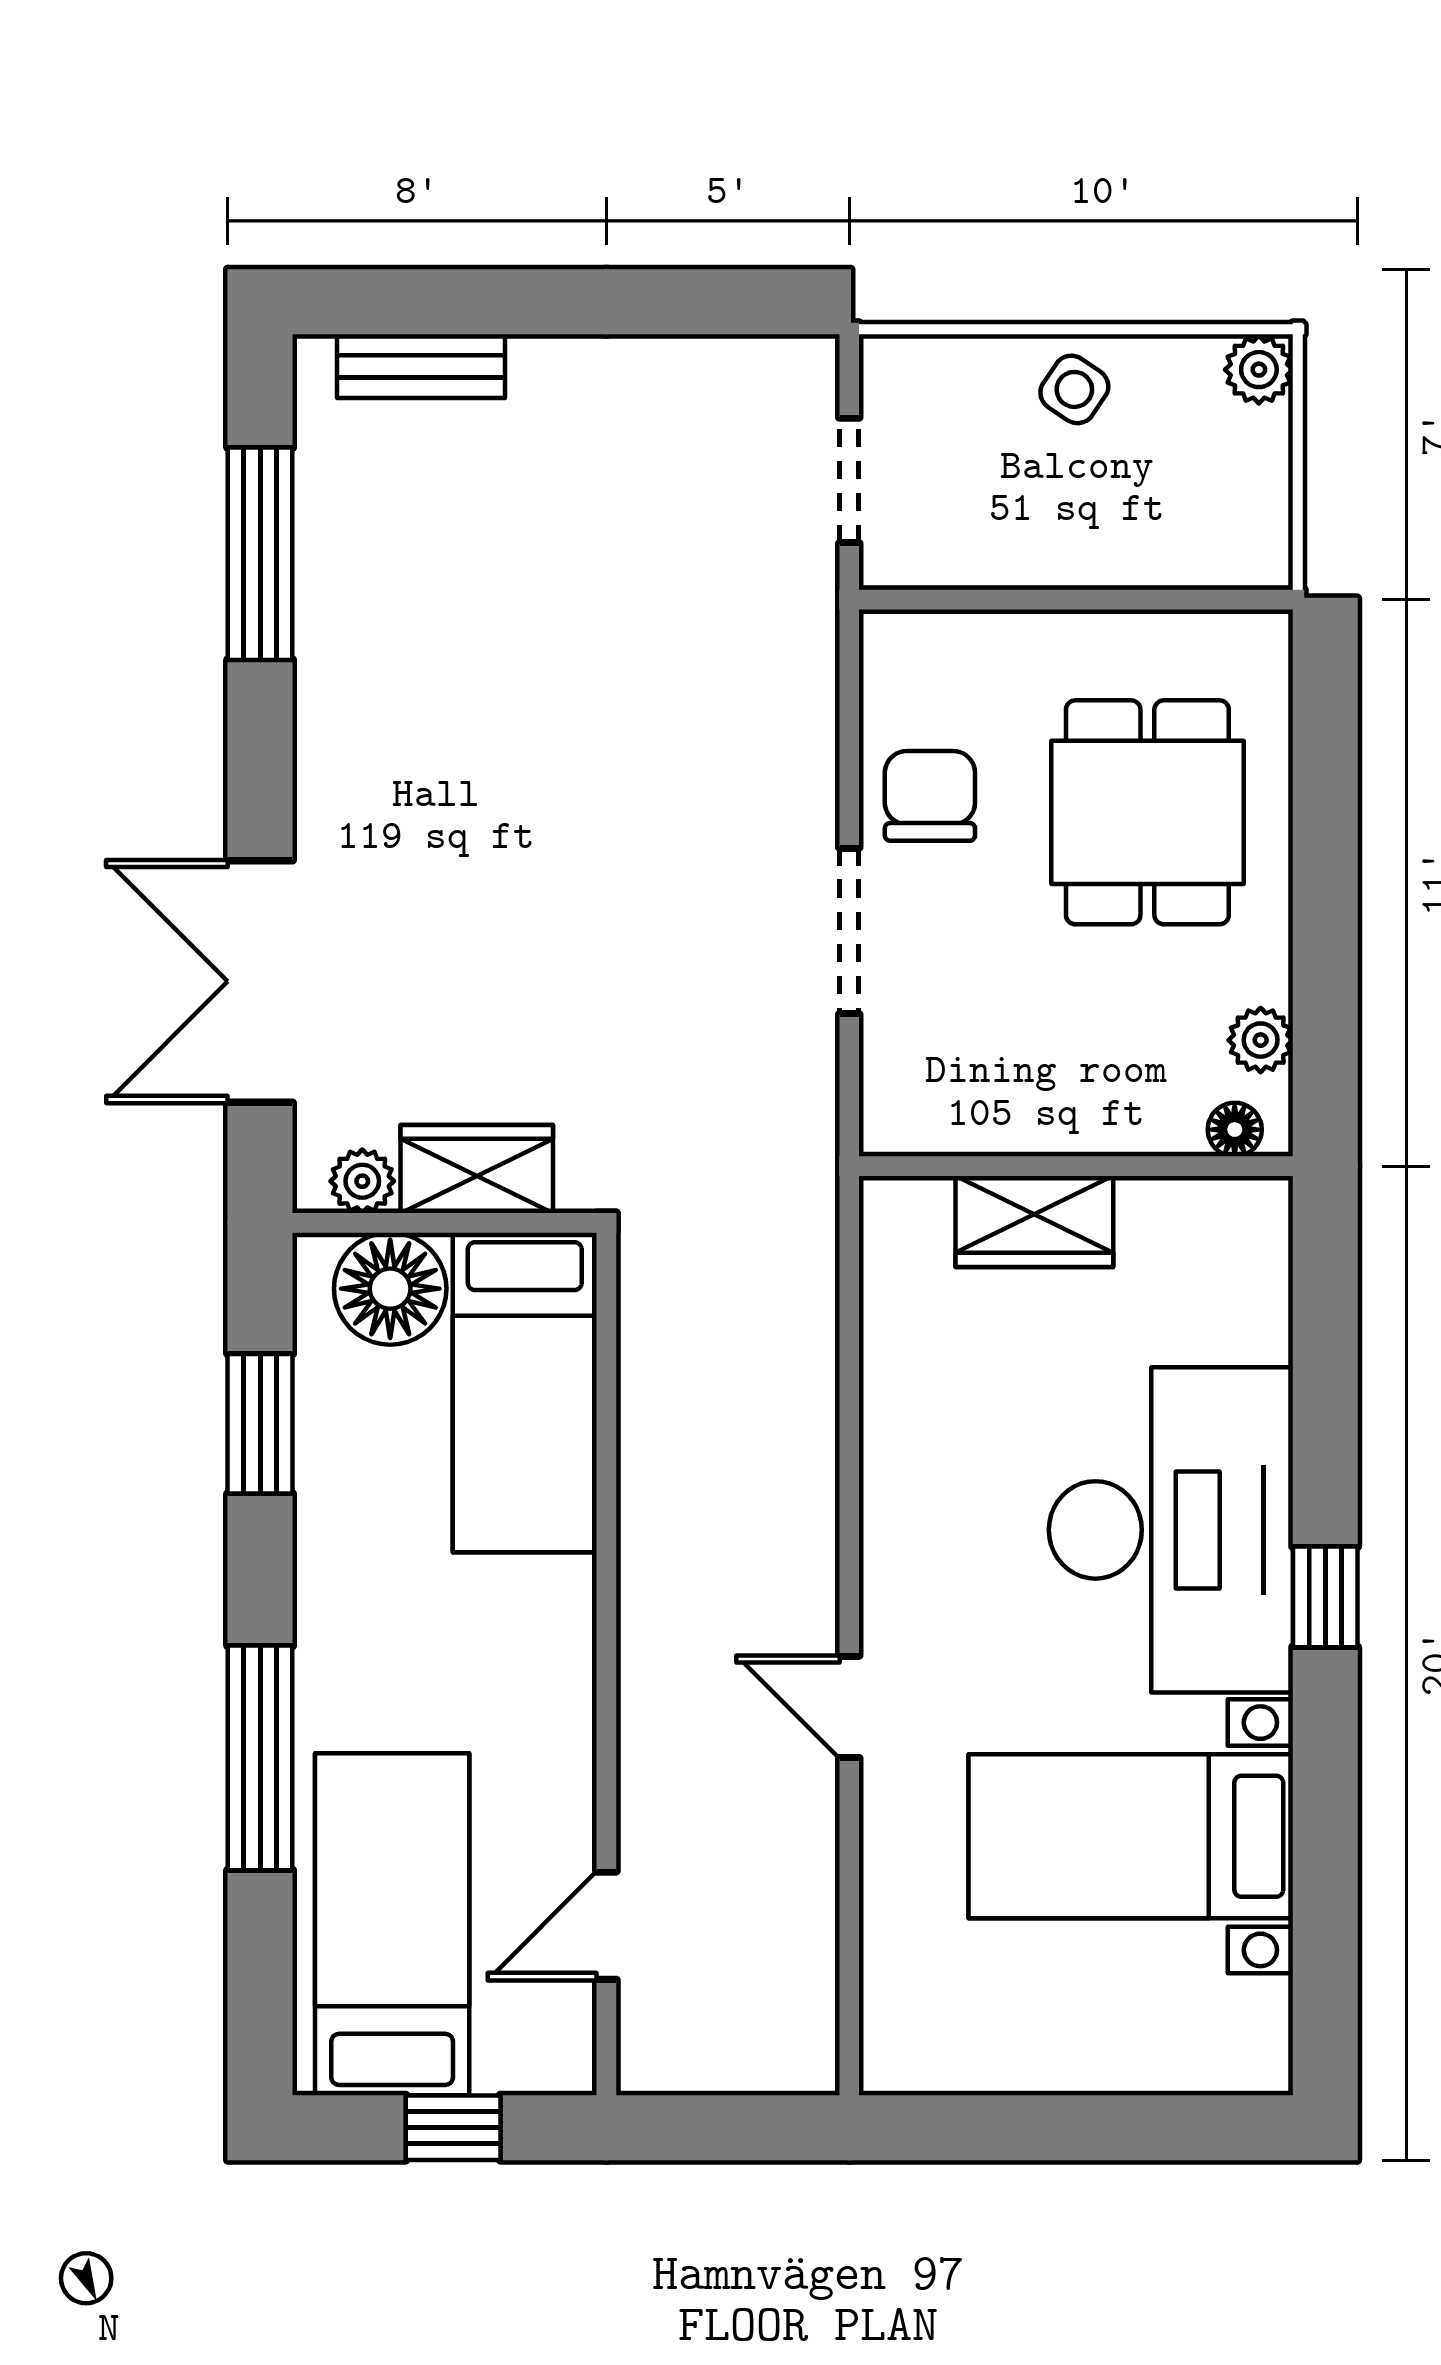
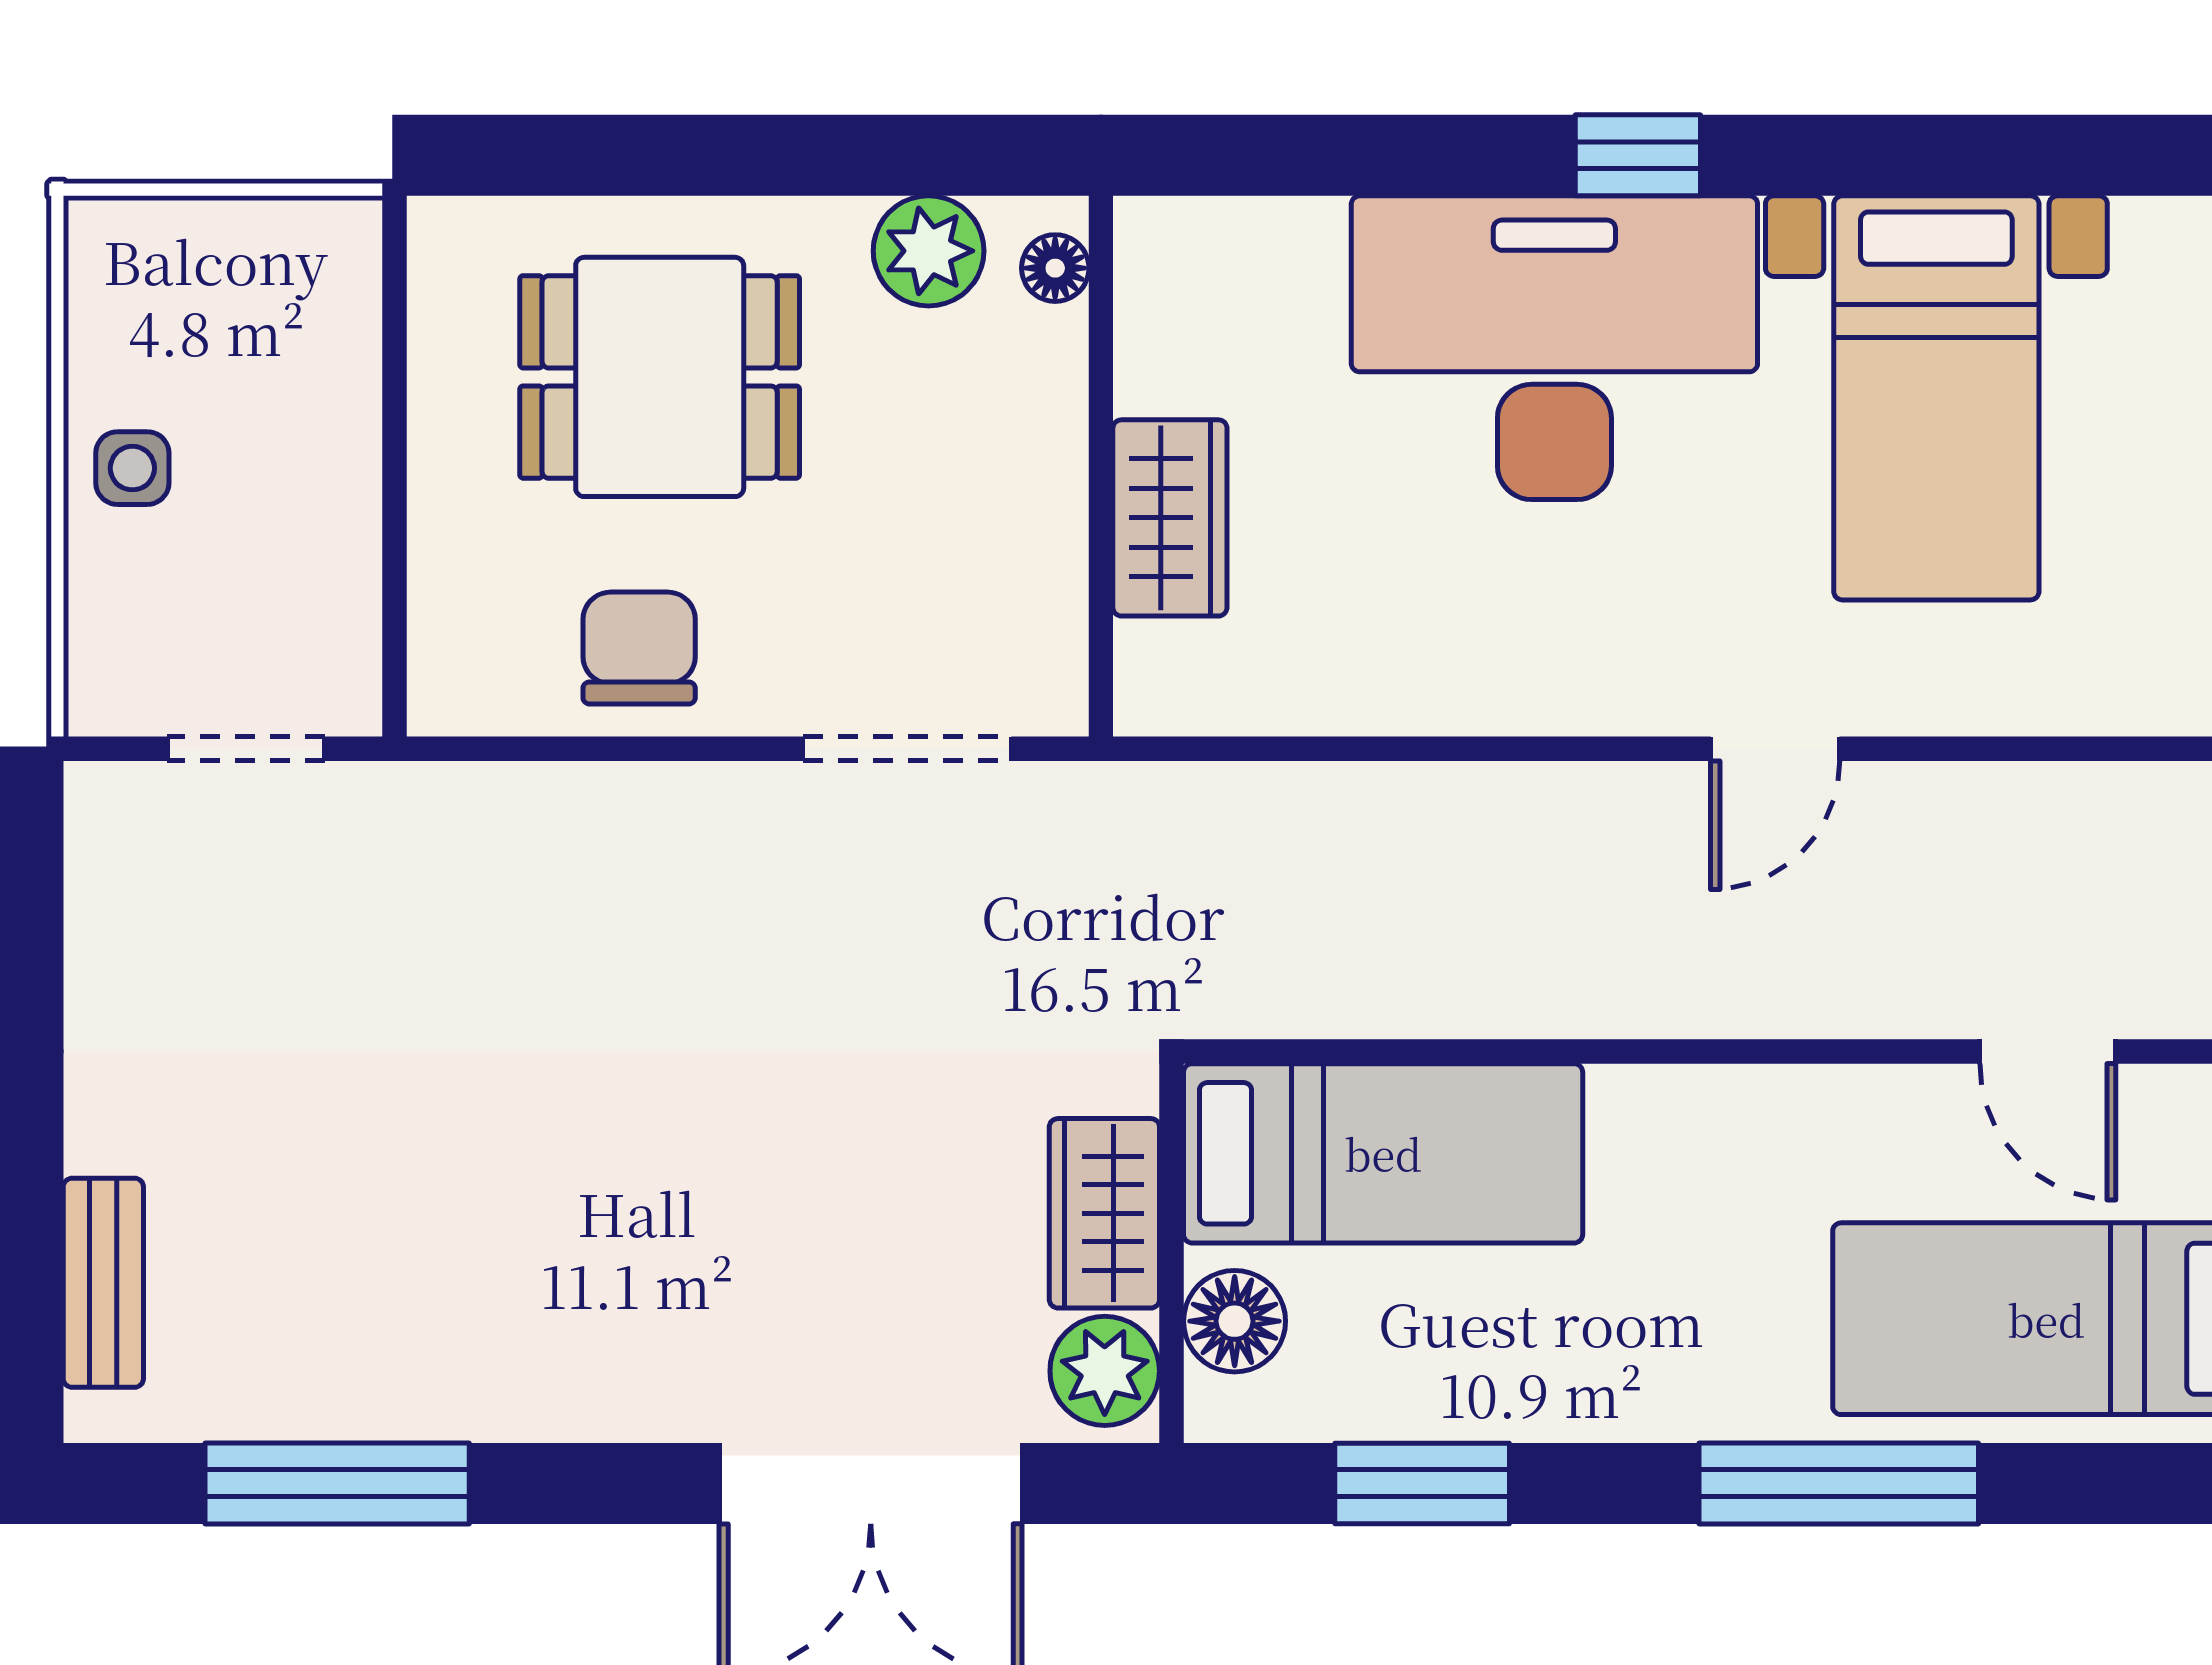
plant: (1259, 370) -> (108, 238), removed
side table: (1074, 389) -> (132, 468), turned -34
chair: (930, 796) -> (639, 648), turned 90
doorway: (849, 931) -> (907, 749), moved
plant: (1261, 1040) -> (929, 251), width x1.38, depth x1.38
plant: (362, 1181) -> (1105, 1371), width x1.38, depth x1.38
floor lamp: (390, 1289) -> (1235, 1321), width x0.73, depth x0.73

